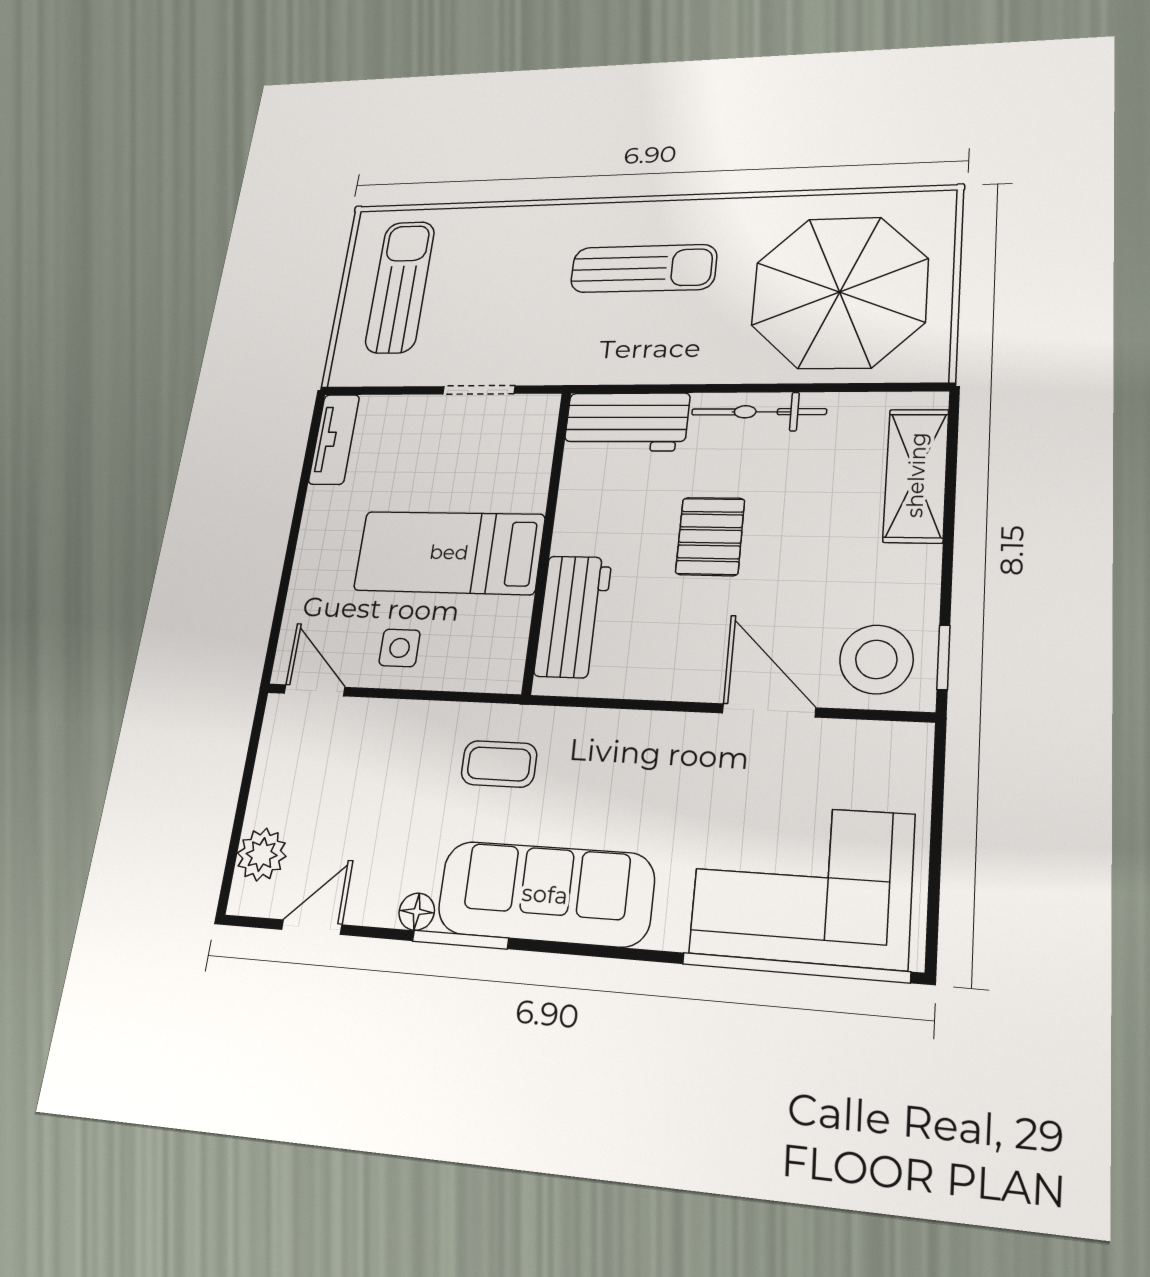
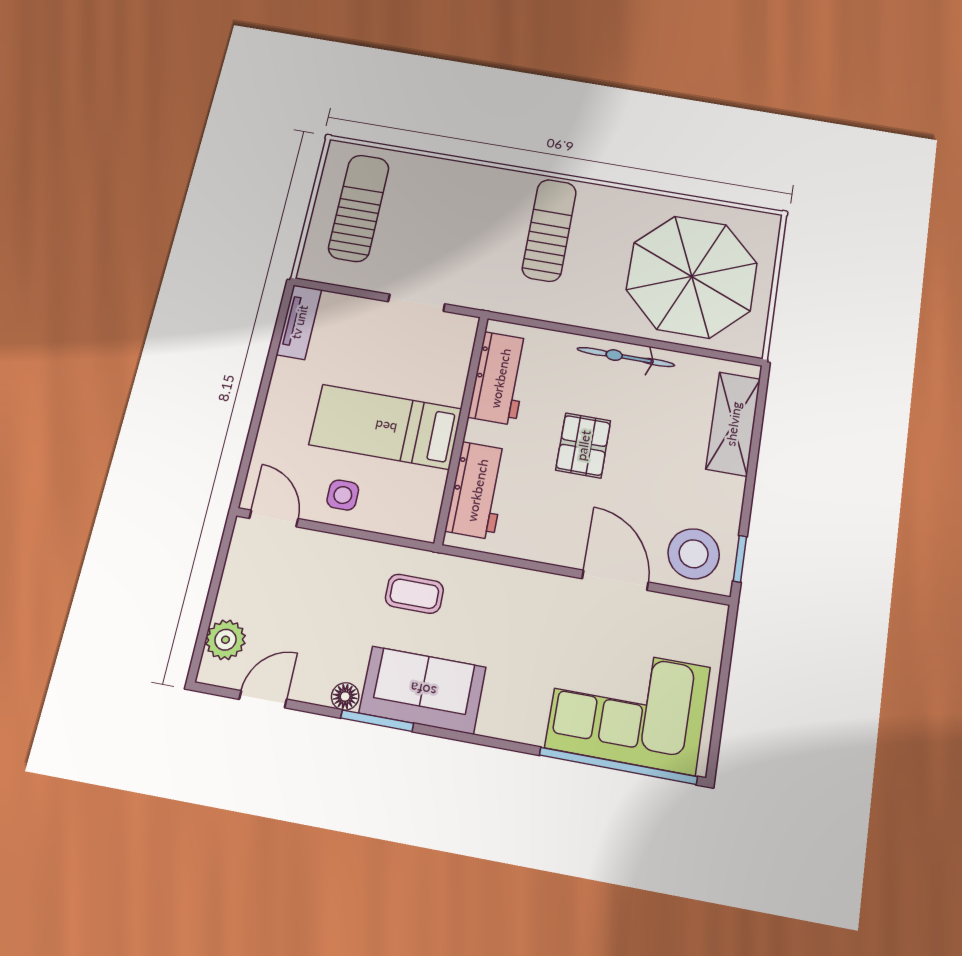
sun lounger: (643, 268) -> (549, 230), turned -90
workbench: (627, 422) -> (500, 378), moved, turned -90
sofa: (545, 894) -> (423, 690), width x0.73

